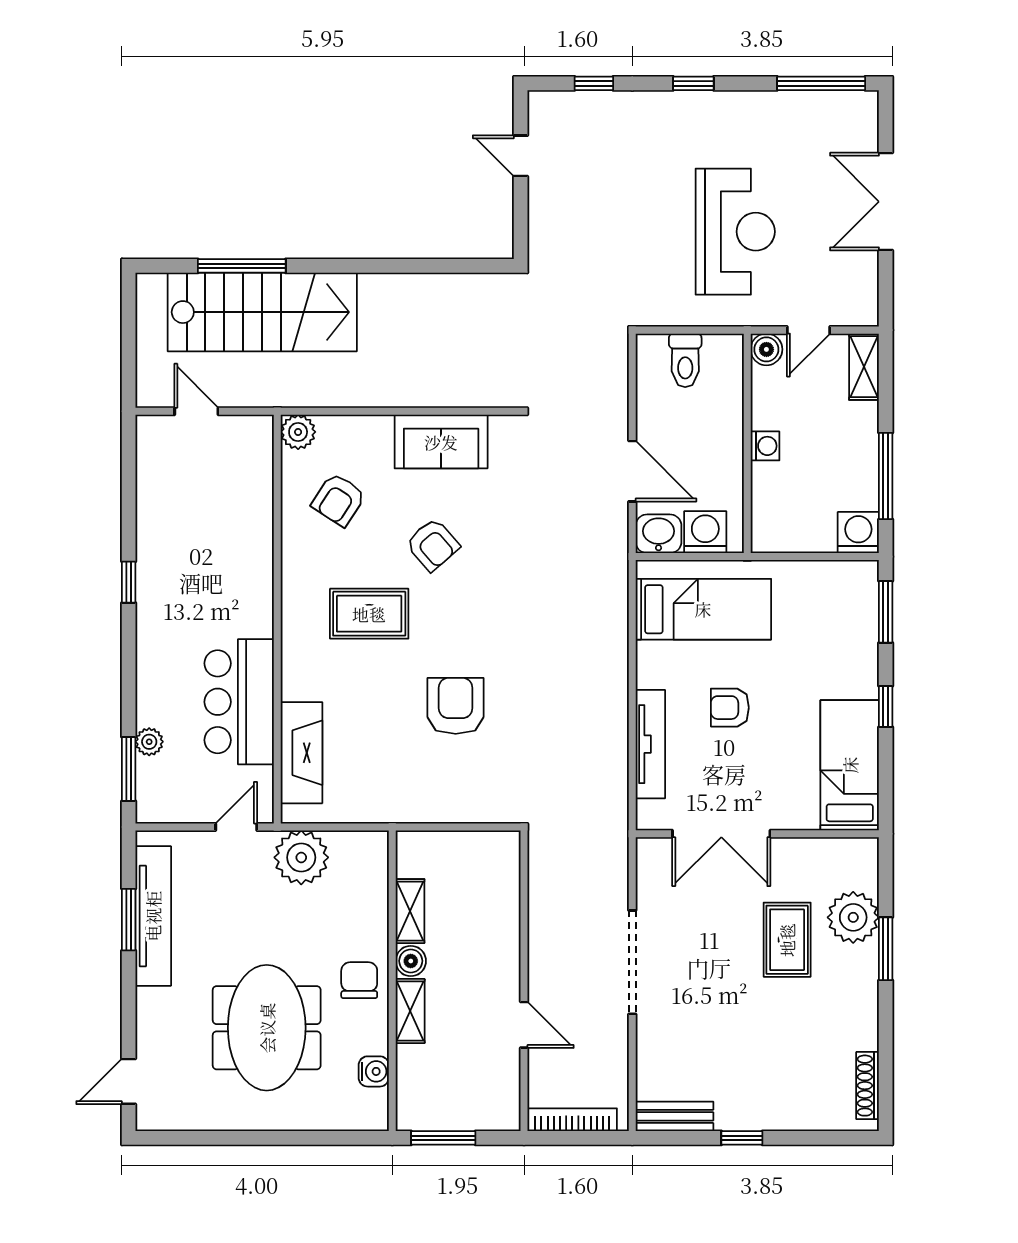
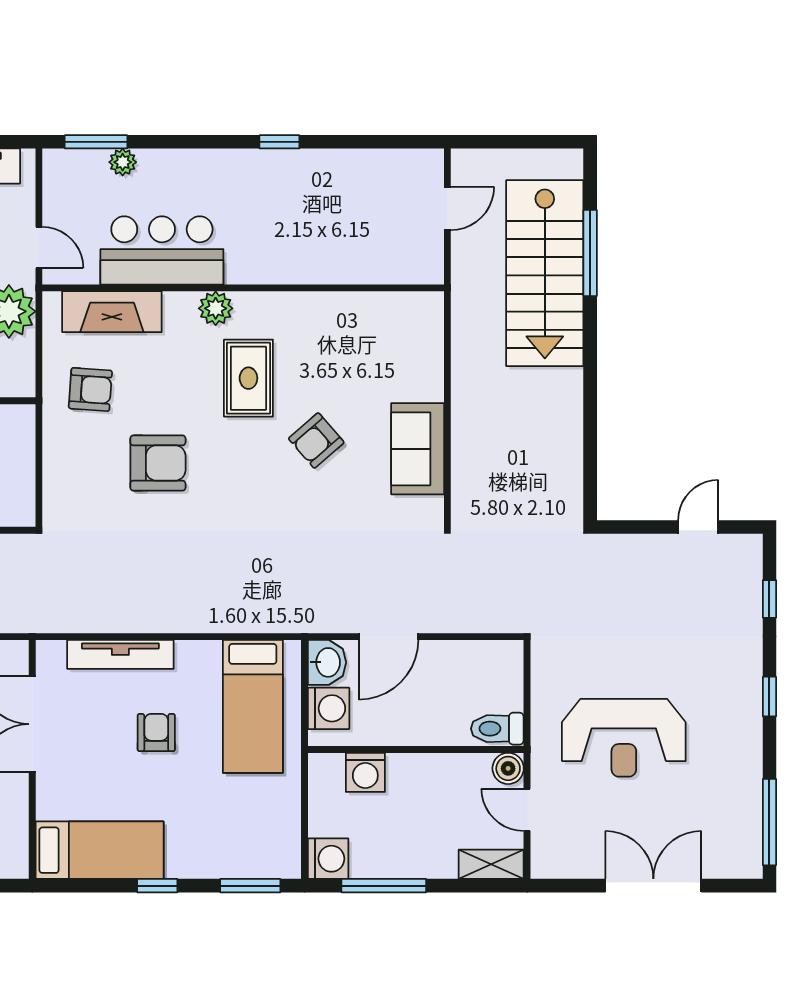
toilet: (685, 360) -> (497, 729), moved
plant: (298, 432) -> (216, 308), moved
washing machine: (765, 446) -> (365, 772), moved, width x1.38, depth x1.38
armchair: (339, 500) -> (90, 389), moved, turned 151

